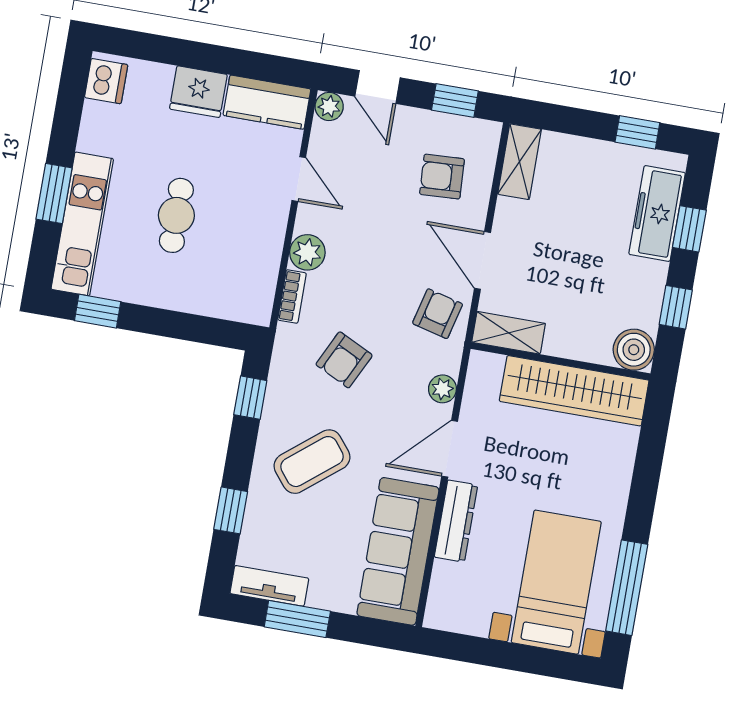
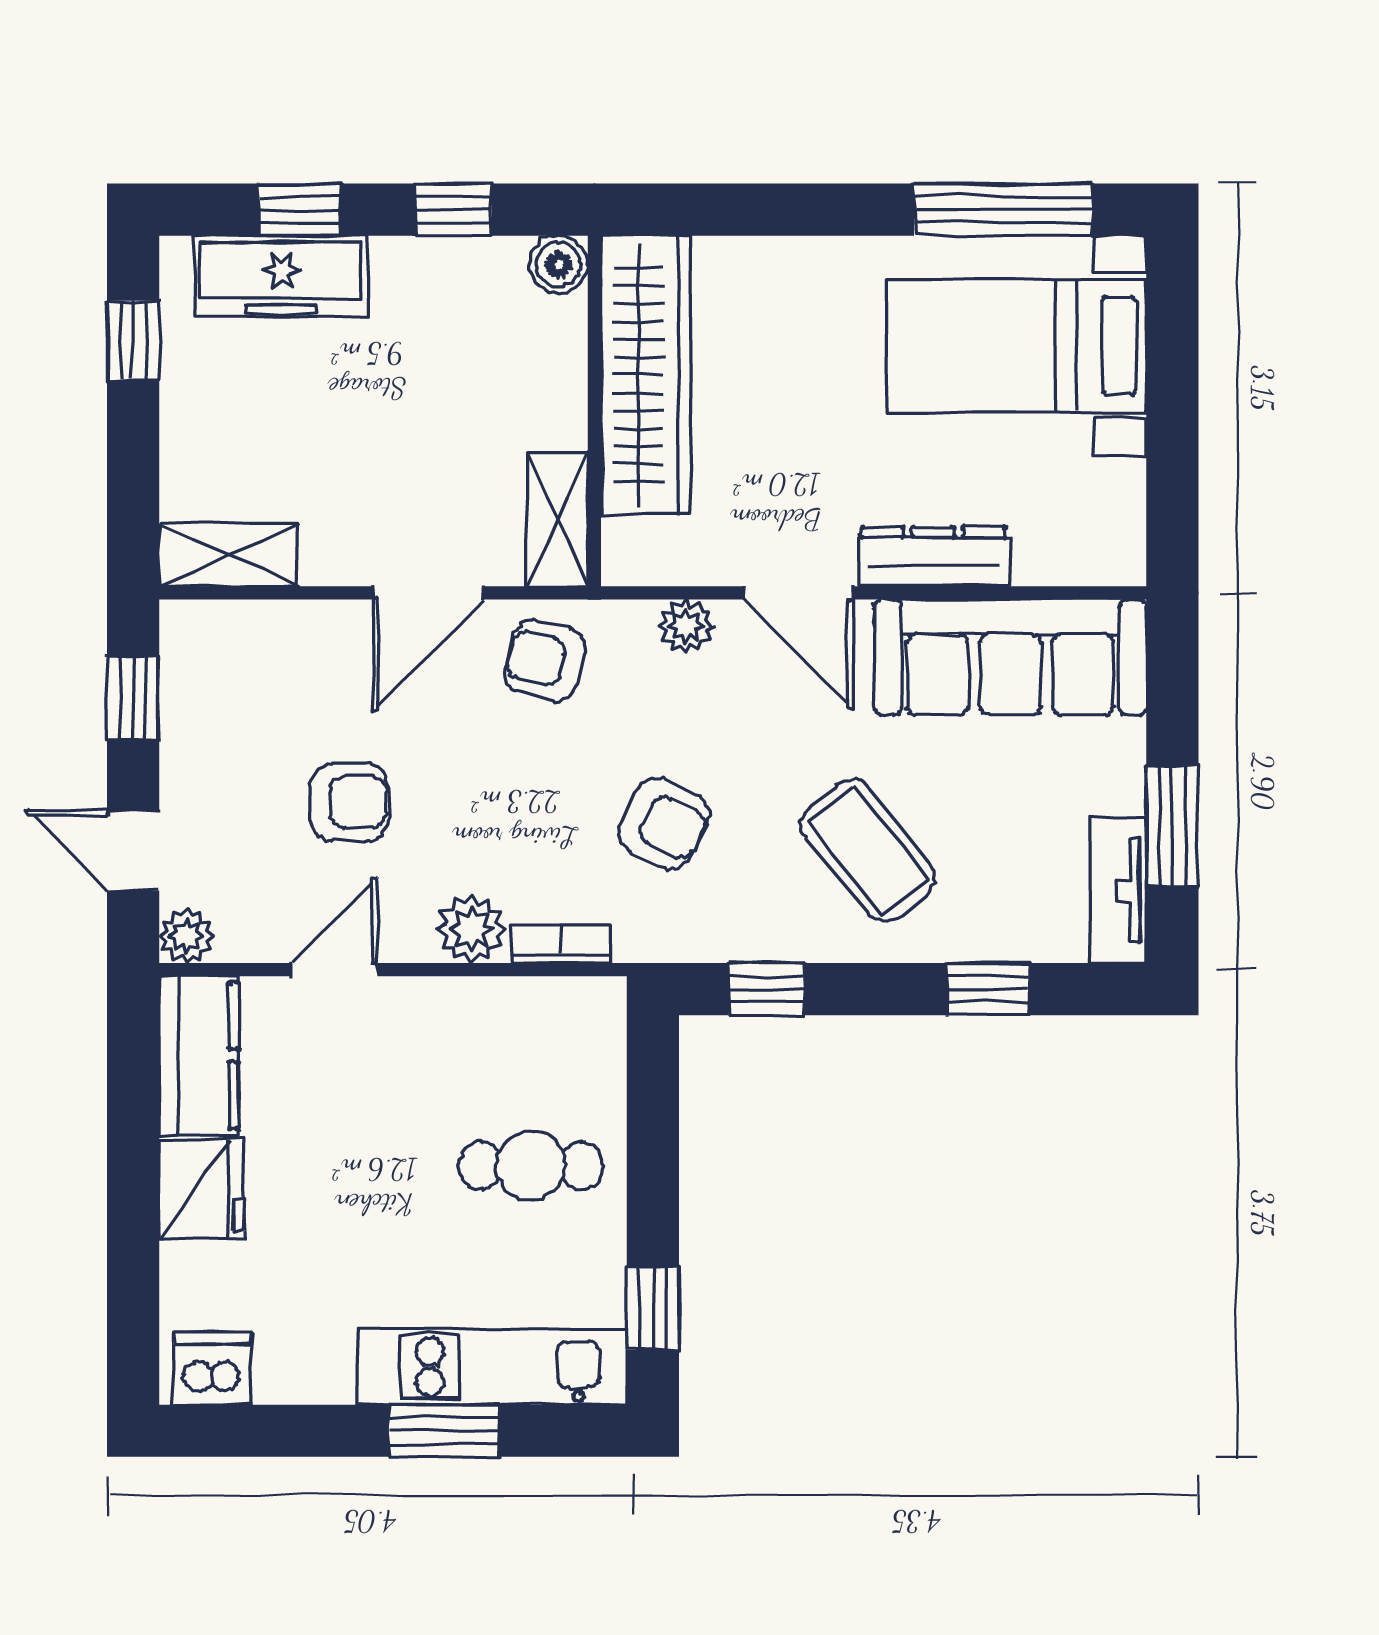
door: (378, 87) -> (133, 850), swing flipped
armchair: (442, 177) -> (349, 802), moved, turned -87
cafe table: (176, 215) -> (531, 1166), moved
boiler: (634, 350) -> (559, 265), width x0.73, depth x0.73

